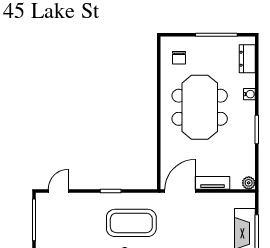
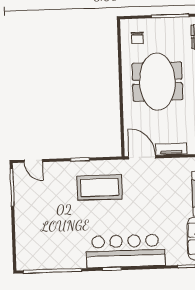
door: (59, 191) -> (33, 161), swing flipped
door: (180, 191) -> (142, 157), hinge flipped

